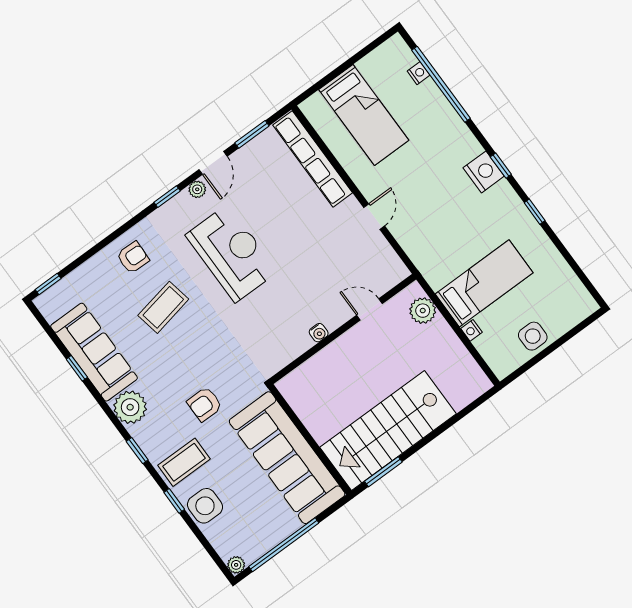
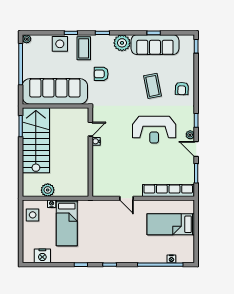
nightstand: (484, 172) -> (42, 256), moved
door: (369, 309) -> (90, 129), moved
plant: (423, 311) -> (48, 190), moved
side table: (533, 336) -> (33, 215), moved
armchair: (205, 404) -> (101, 74), turned -90

